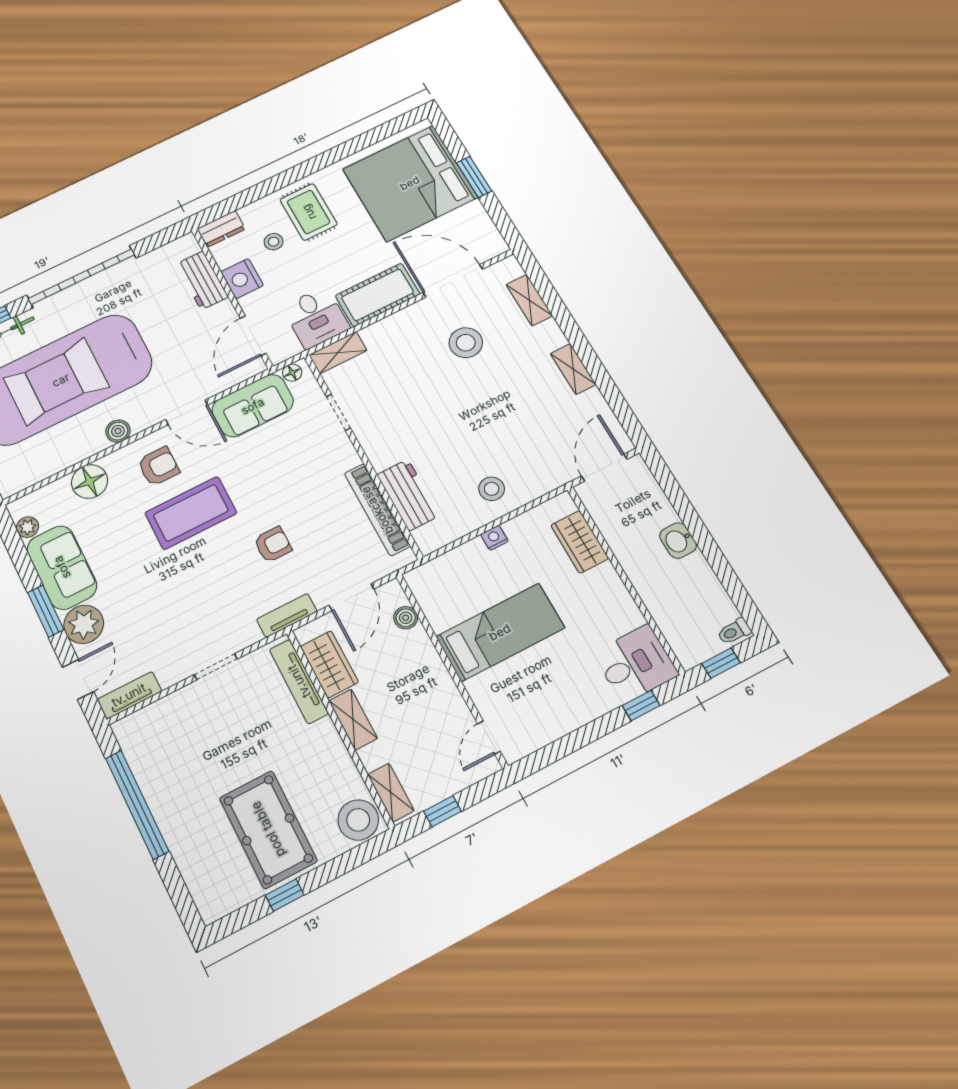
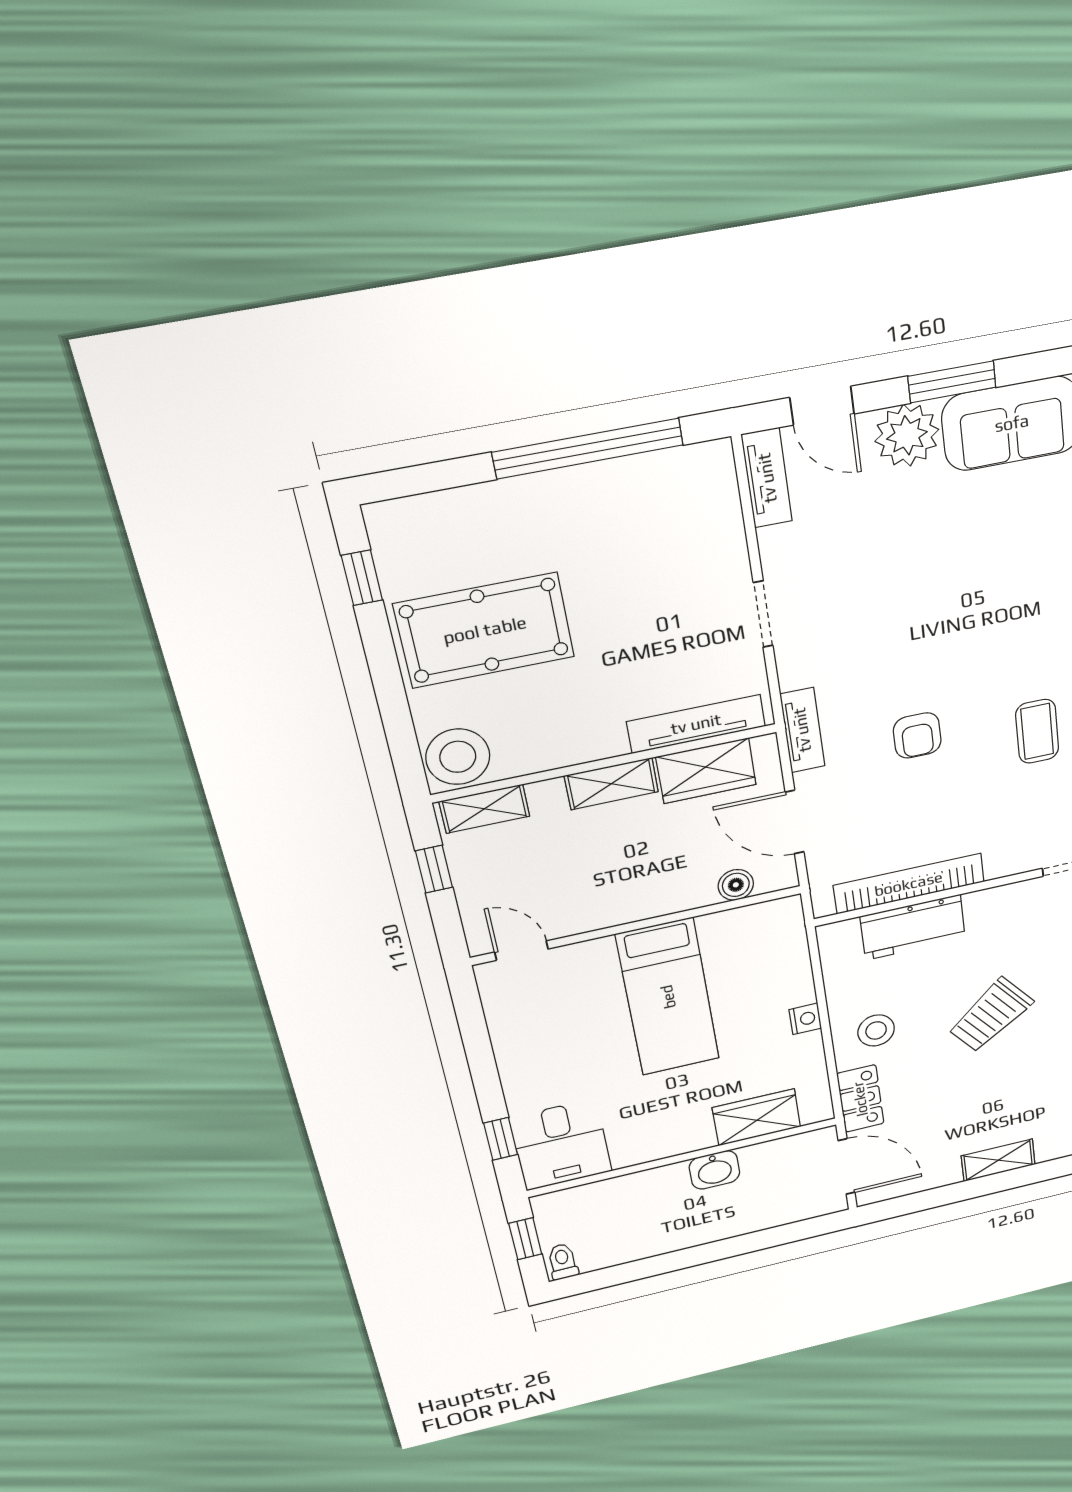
trolley: (461, 420) -> (991, 1015), added
locker: (547, 479) -> (860, 1099), added
coffee table: (191, 513) -> (1037, 731), moved, width x0.54, depth x0.58
washbasin: (678, 541) -> (714, 1170), moved, turned 180
window: (285, 895) -> (362, 578), moved

